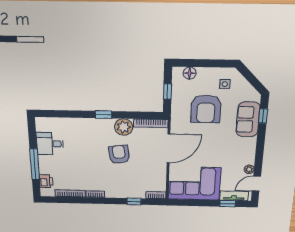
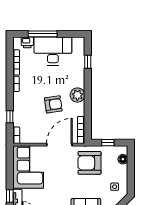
armchair: (206, 109) -> (89, 163), moved
window: (103, 115) -> (88, 62), moved
plant: (124, 127) -> (77, 95), moved
desk: (50, 144) -> (53, 51), width x1.87, depth x1.30
door: (168, 149) -> (59, 145), swing flipped

